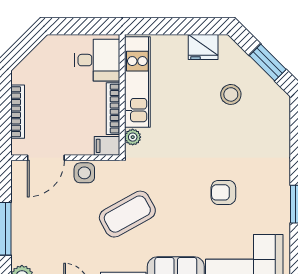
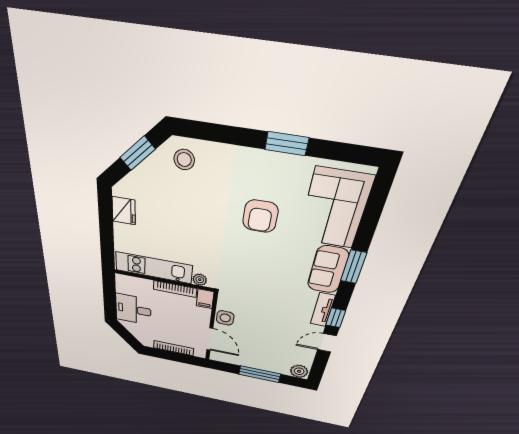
desk: (97, 60) -> (133, 309), moved, turned -90
stool: (231, 94) -> (184, 160), moved
armchair: (223, 192) -> (260, 216), width x1.38, depth x1.38
coffee table: (127, 214) -> (265, 296), removed

